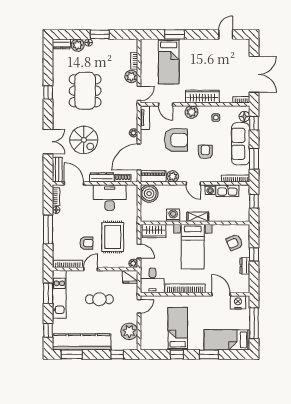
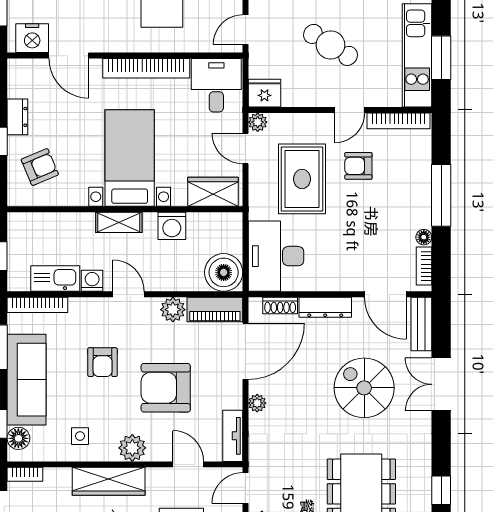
desk: (110, 198) -> (276, 256), moved, turned 90
cafe table: (99, 299) -> (331, 45), turned 32

